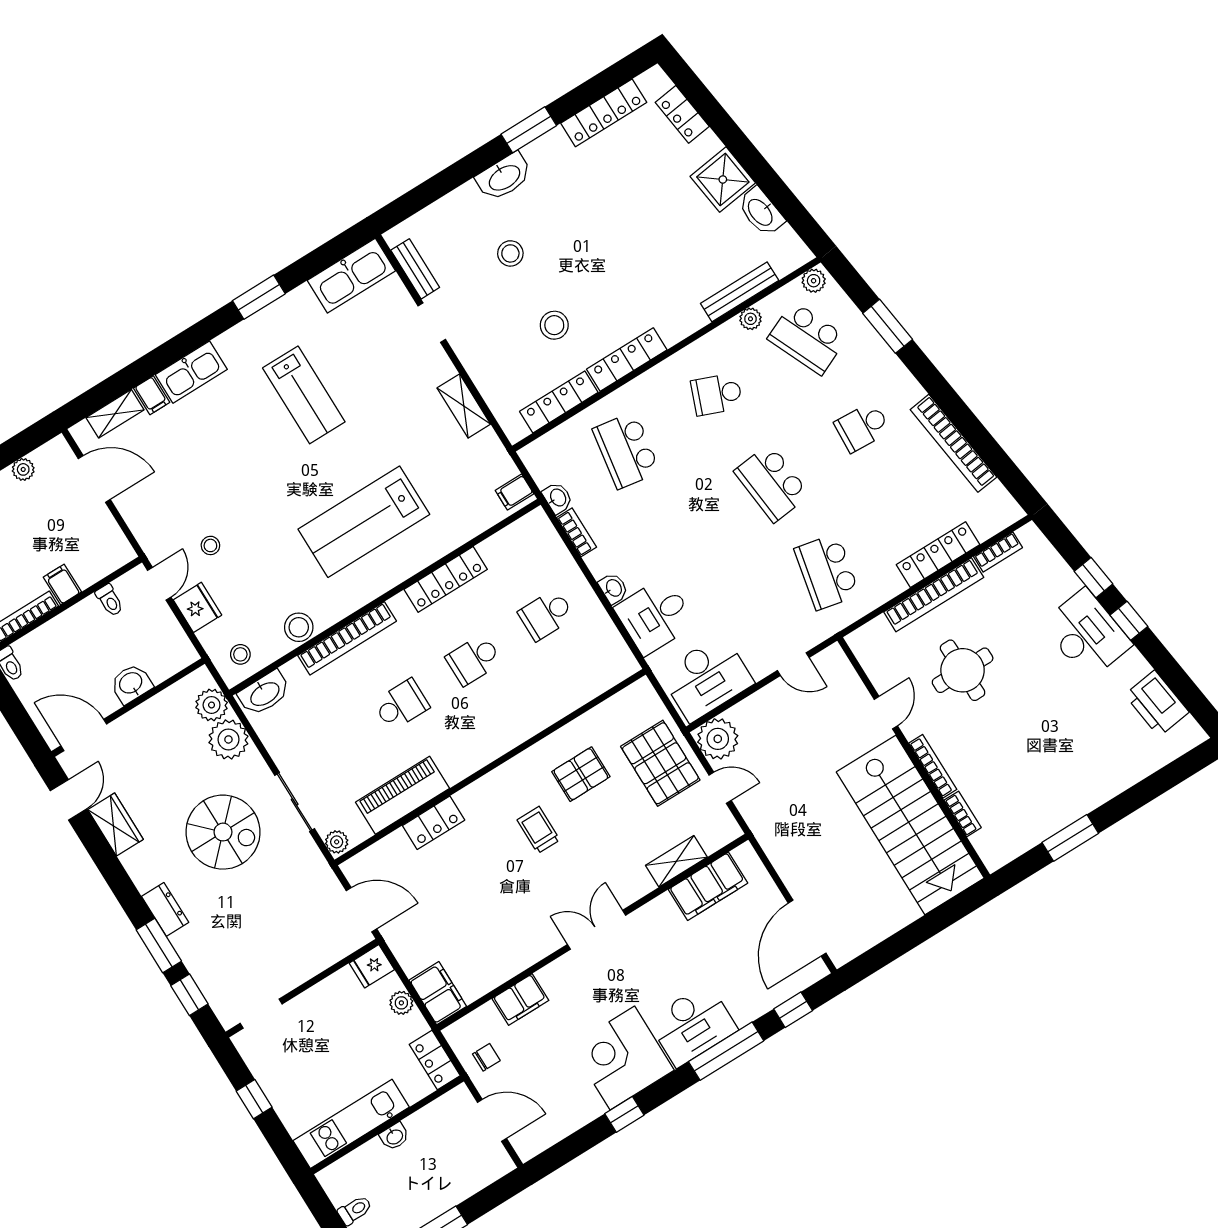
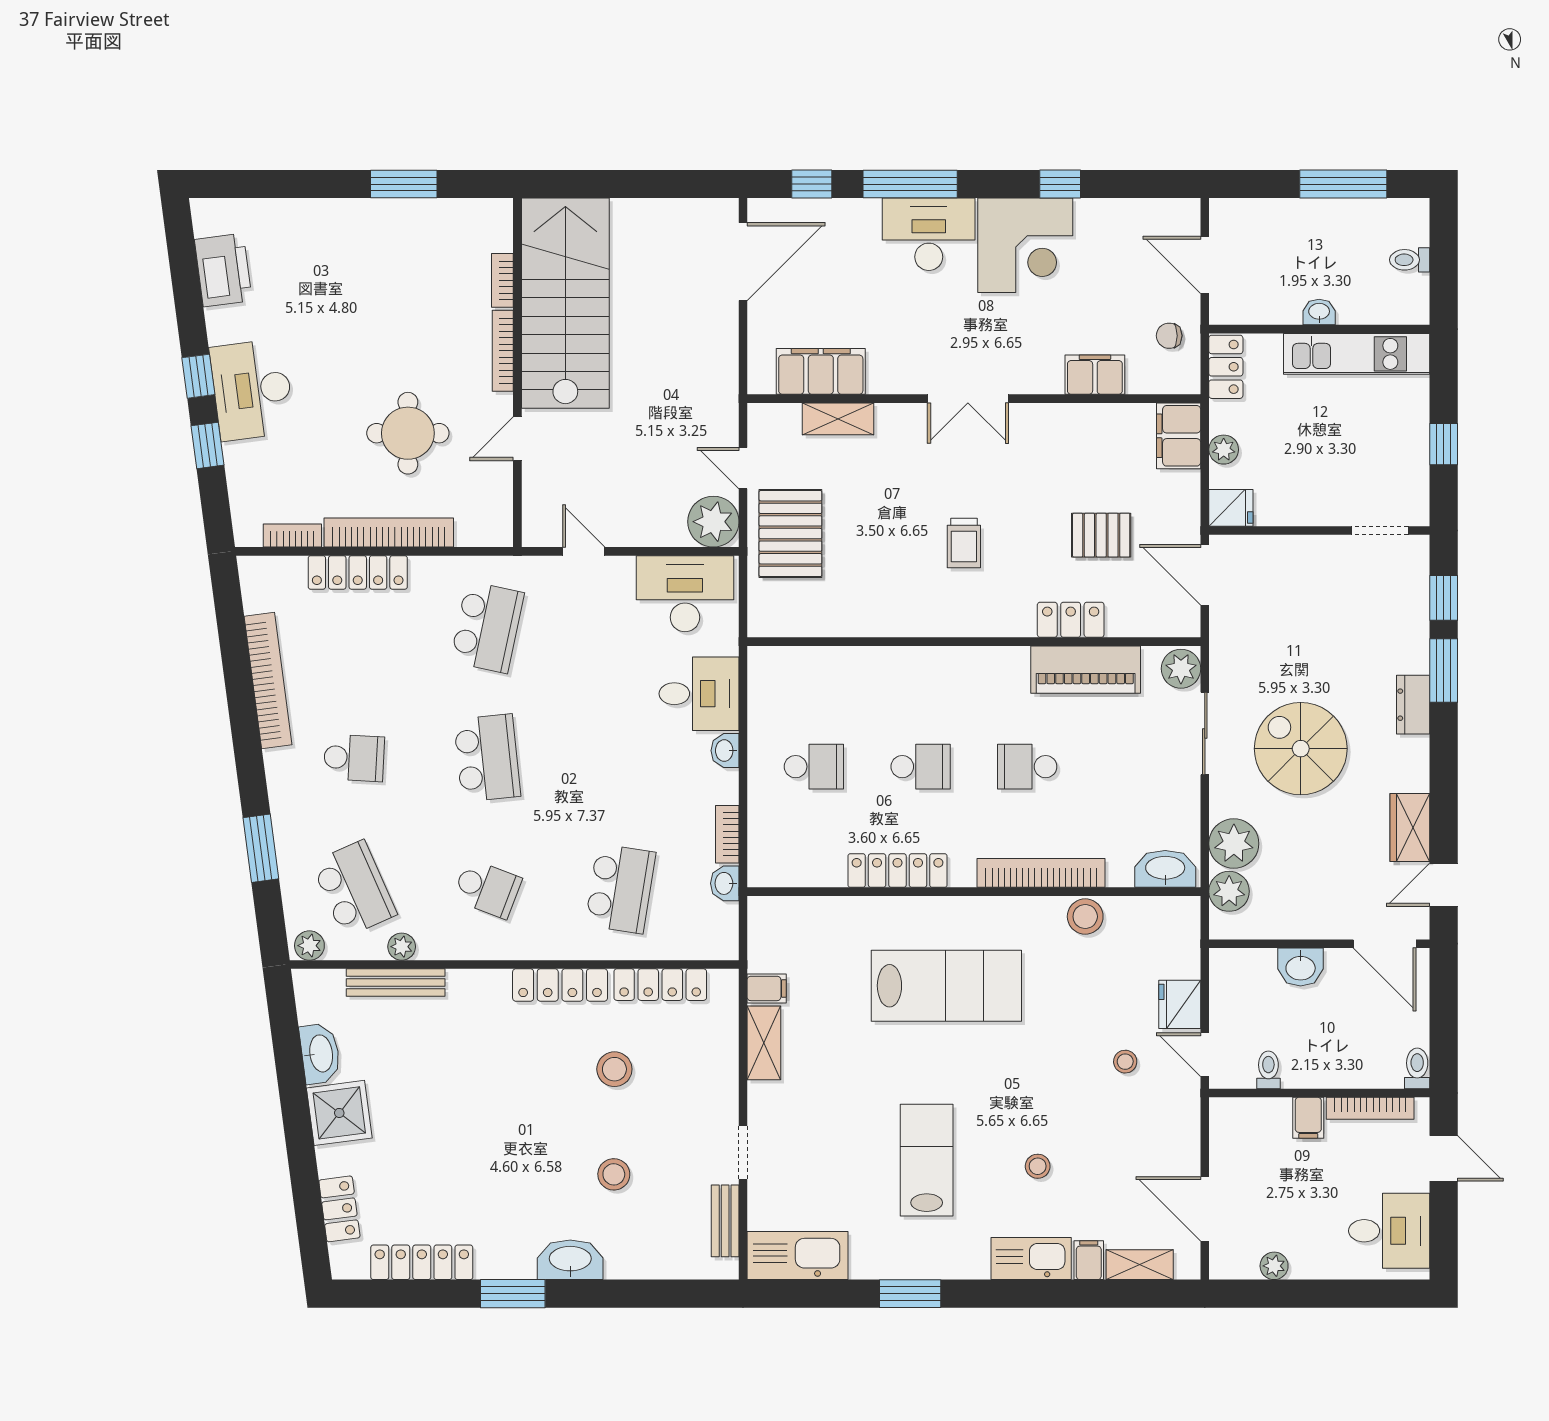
filing cabinet: (514, 492) -> (767, 988), moved
door: (159, 584) -> (1205, 1055), hinge flipped
stool: (240, 654) -> (1038, 1166), moved
pallet: (581, 774) -> (1101, 535), moved
plant: (337, 842) -> (1181, 669), width x1.38, depth x1.38

